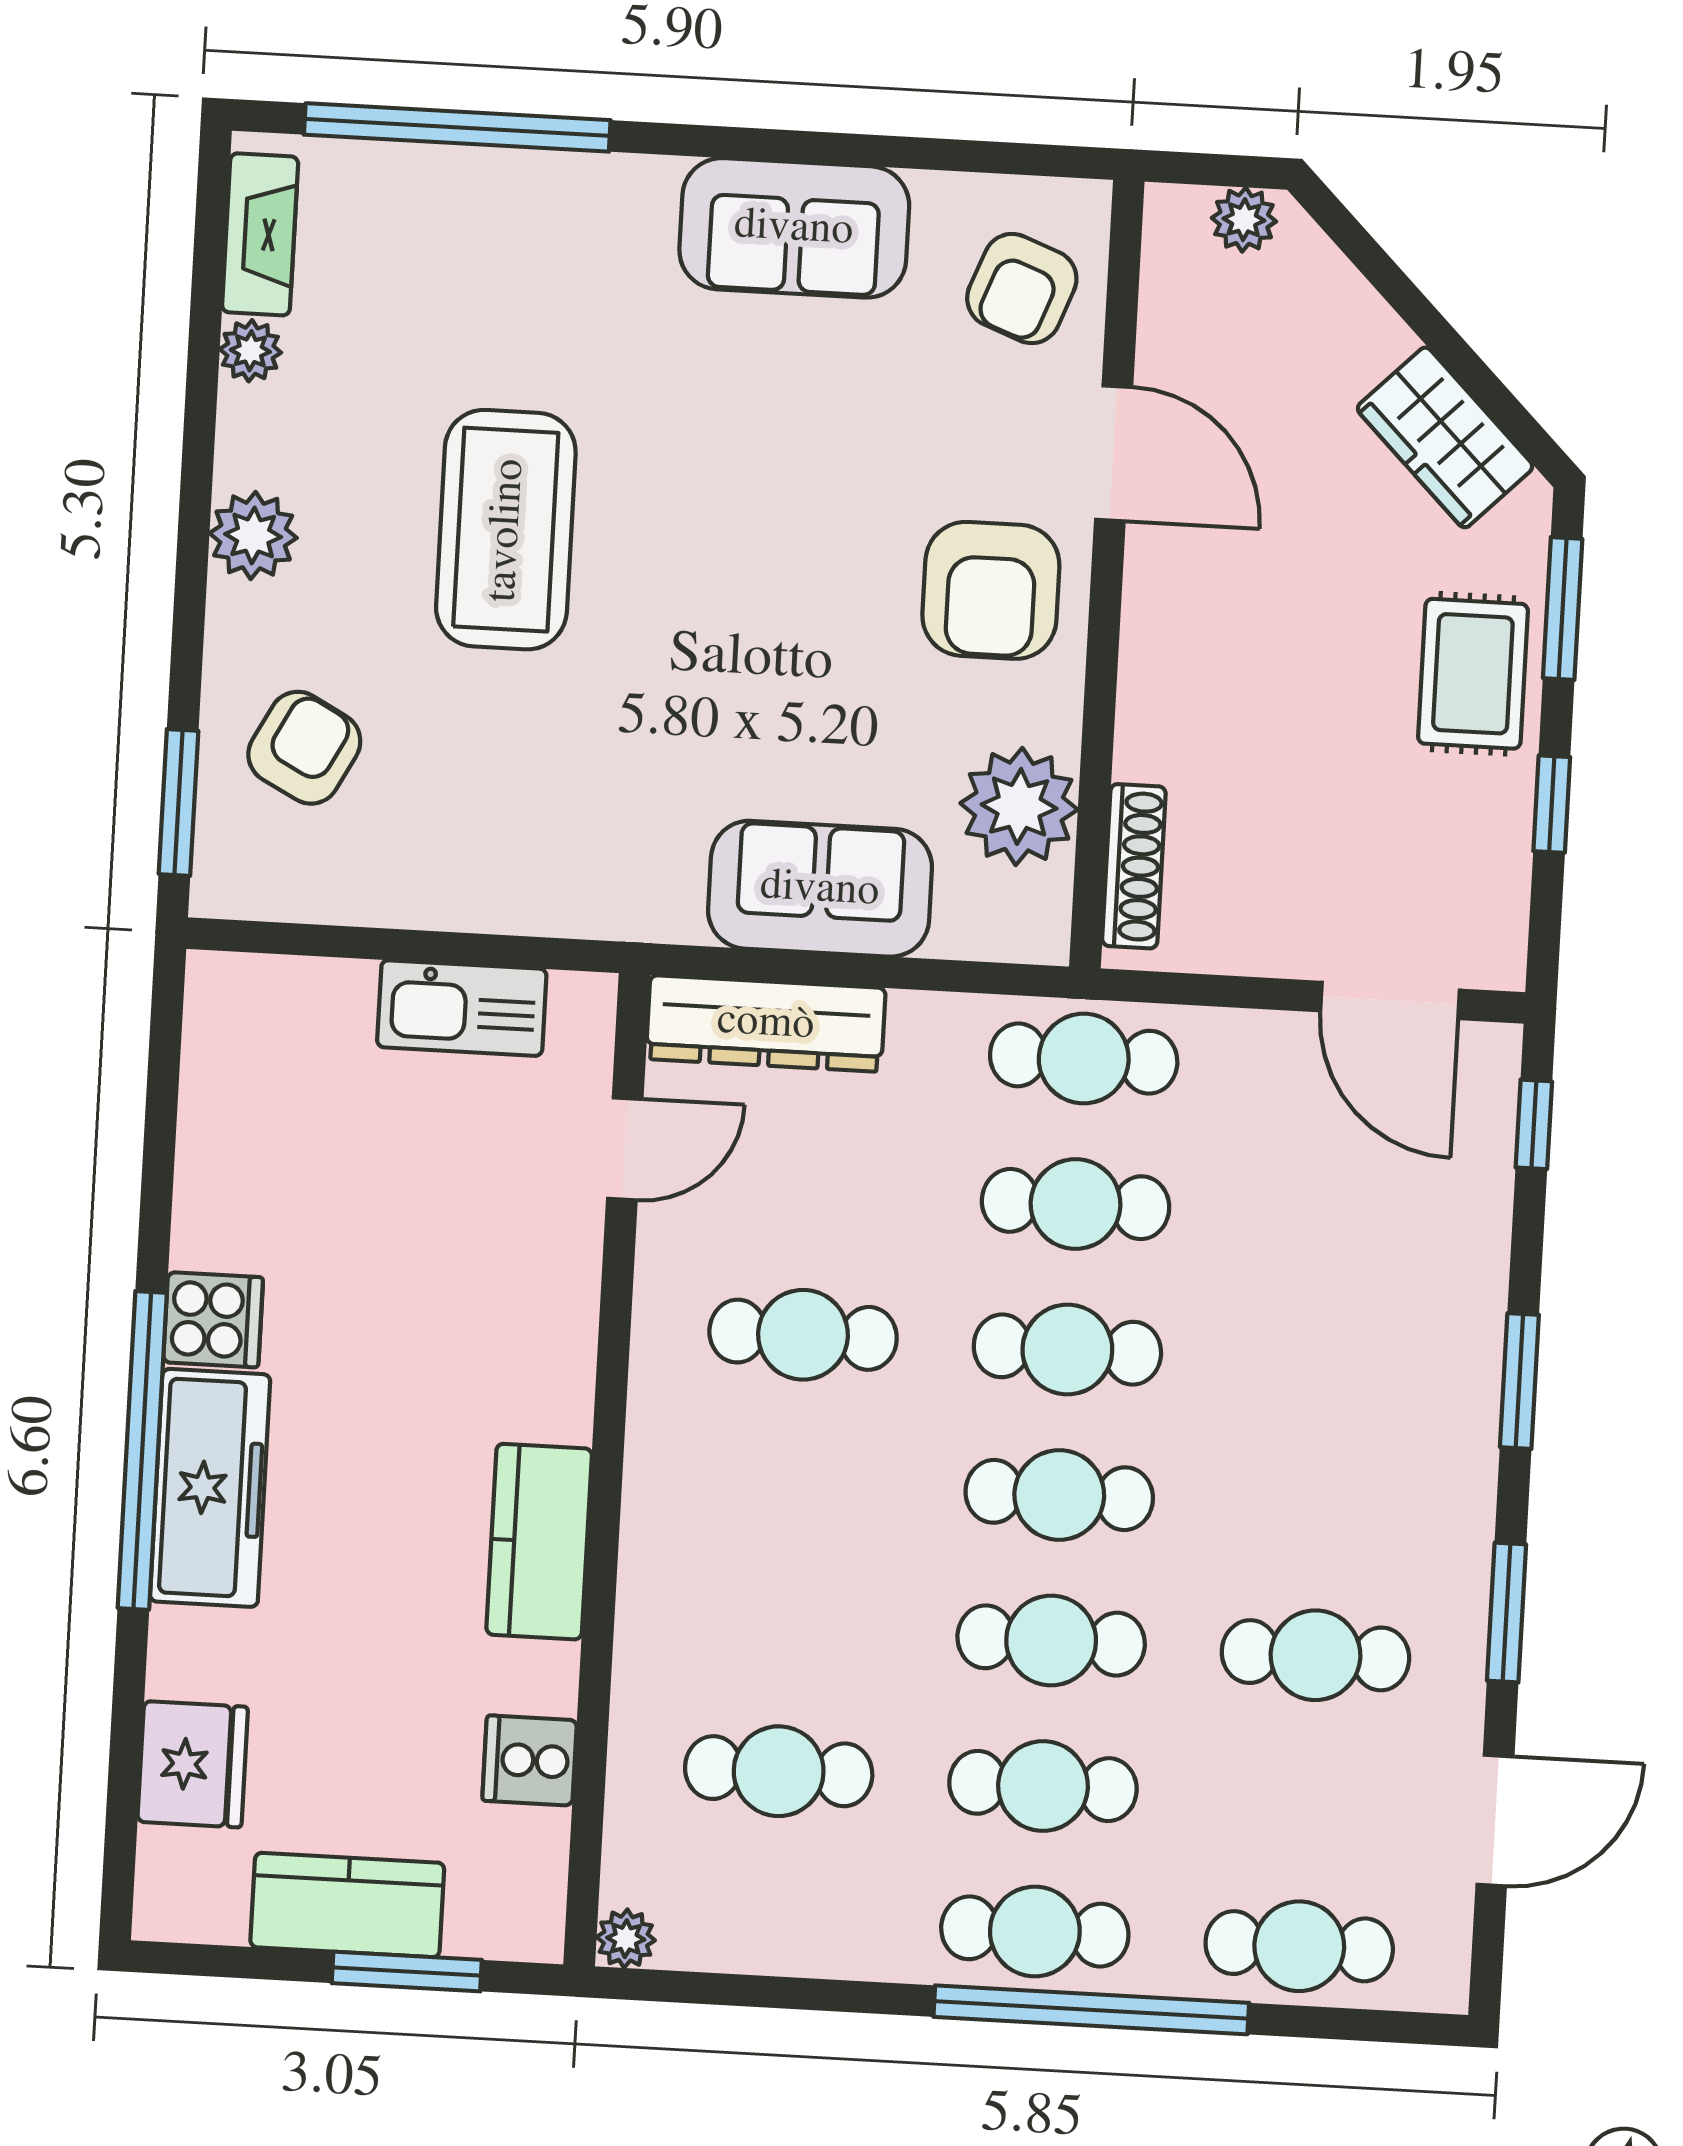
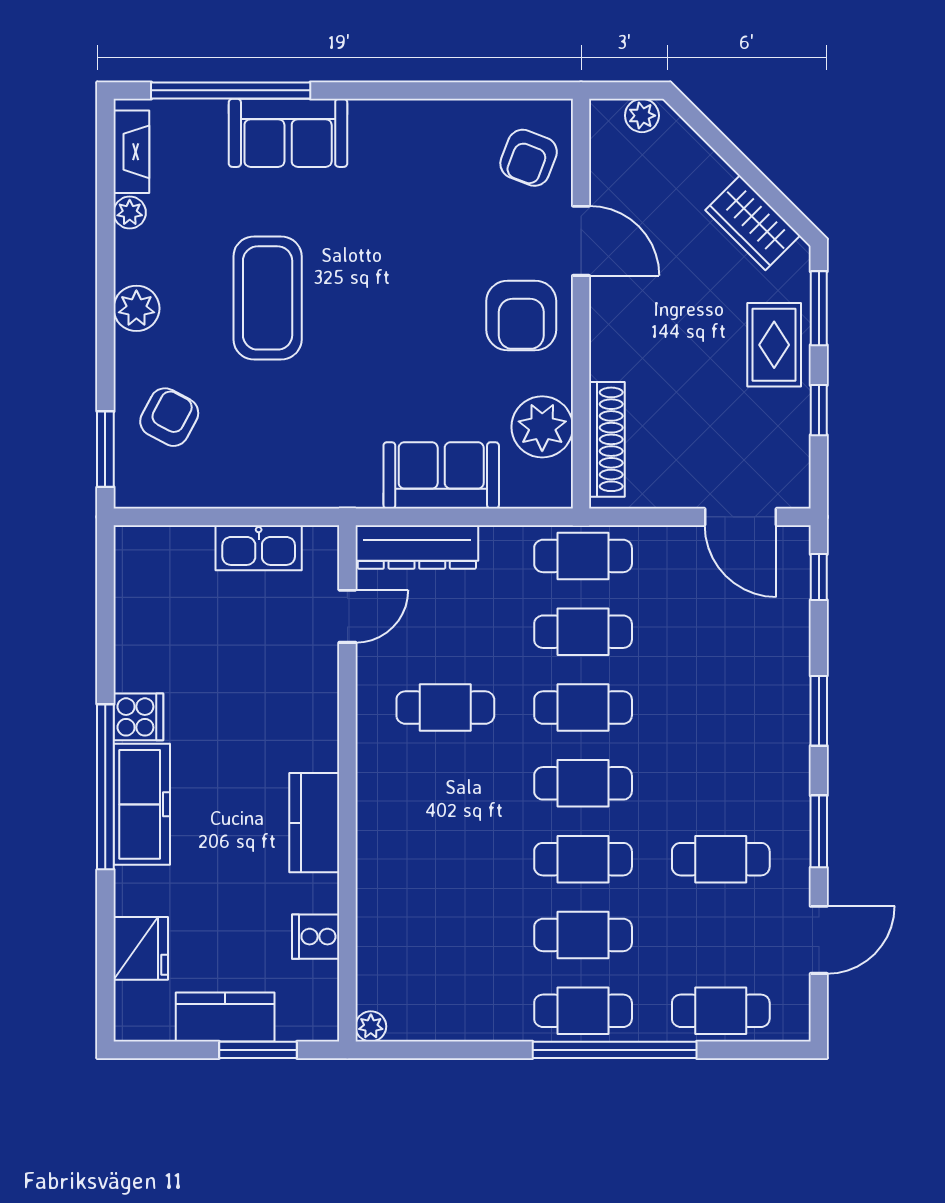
sofa: (794, 228) -> (288, 133), moved
shoe rack: (1134, 866) -> (607, 439), width x1.36, depth x1.24
cafe table: (779, 1771) -> (445, 935), removed

